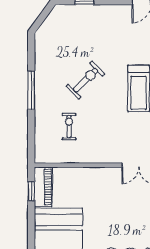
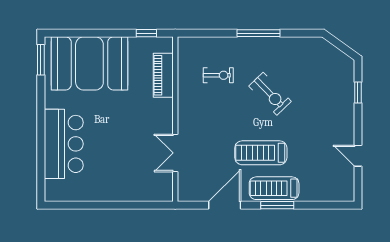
piano: (43, 187) -> (163, 75), moved, turned 90

